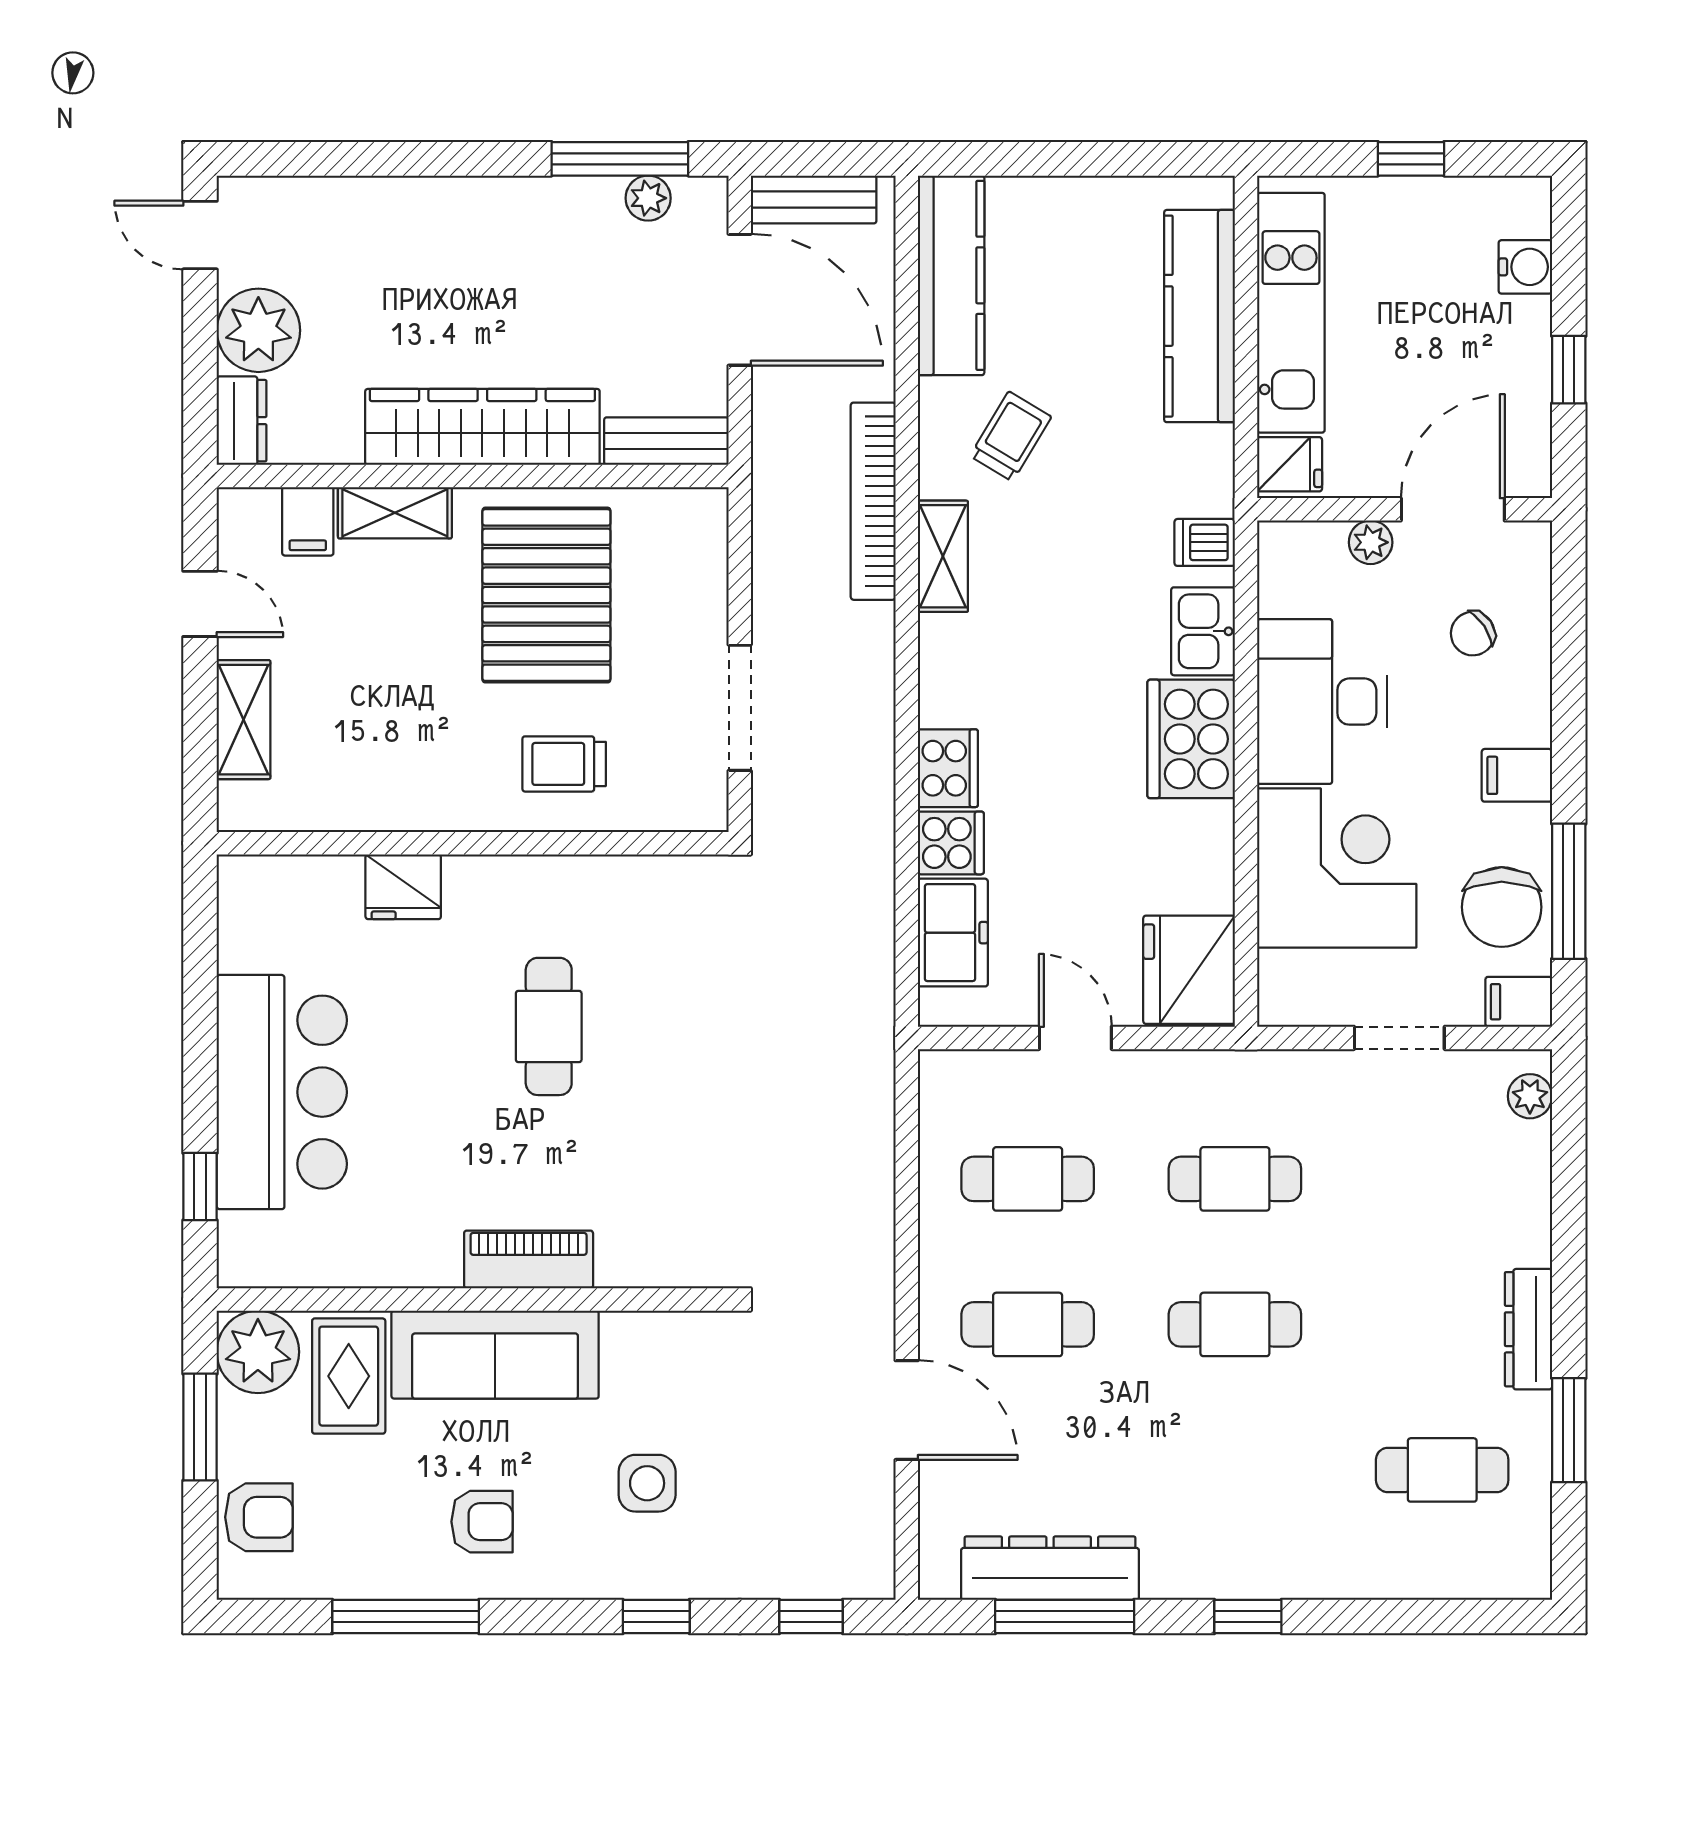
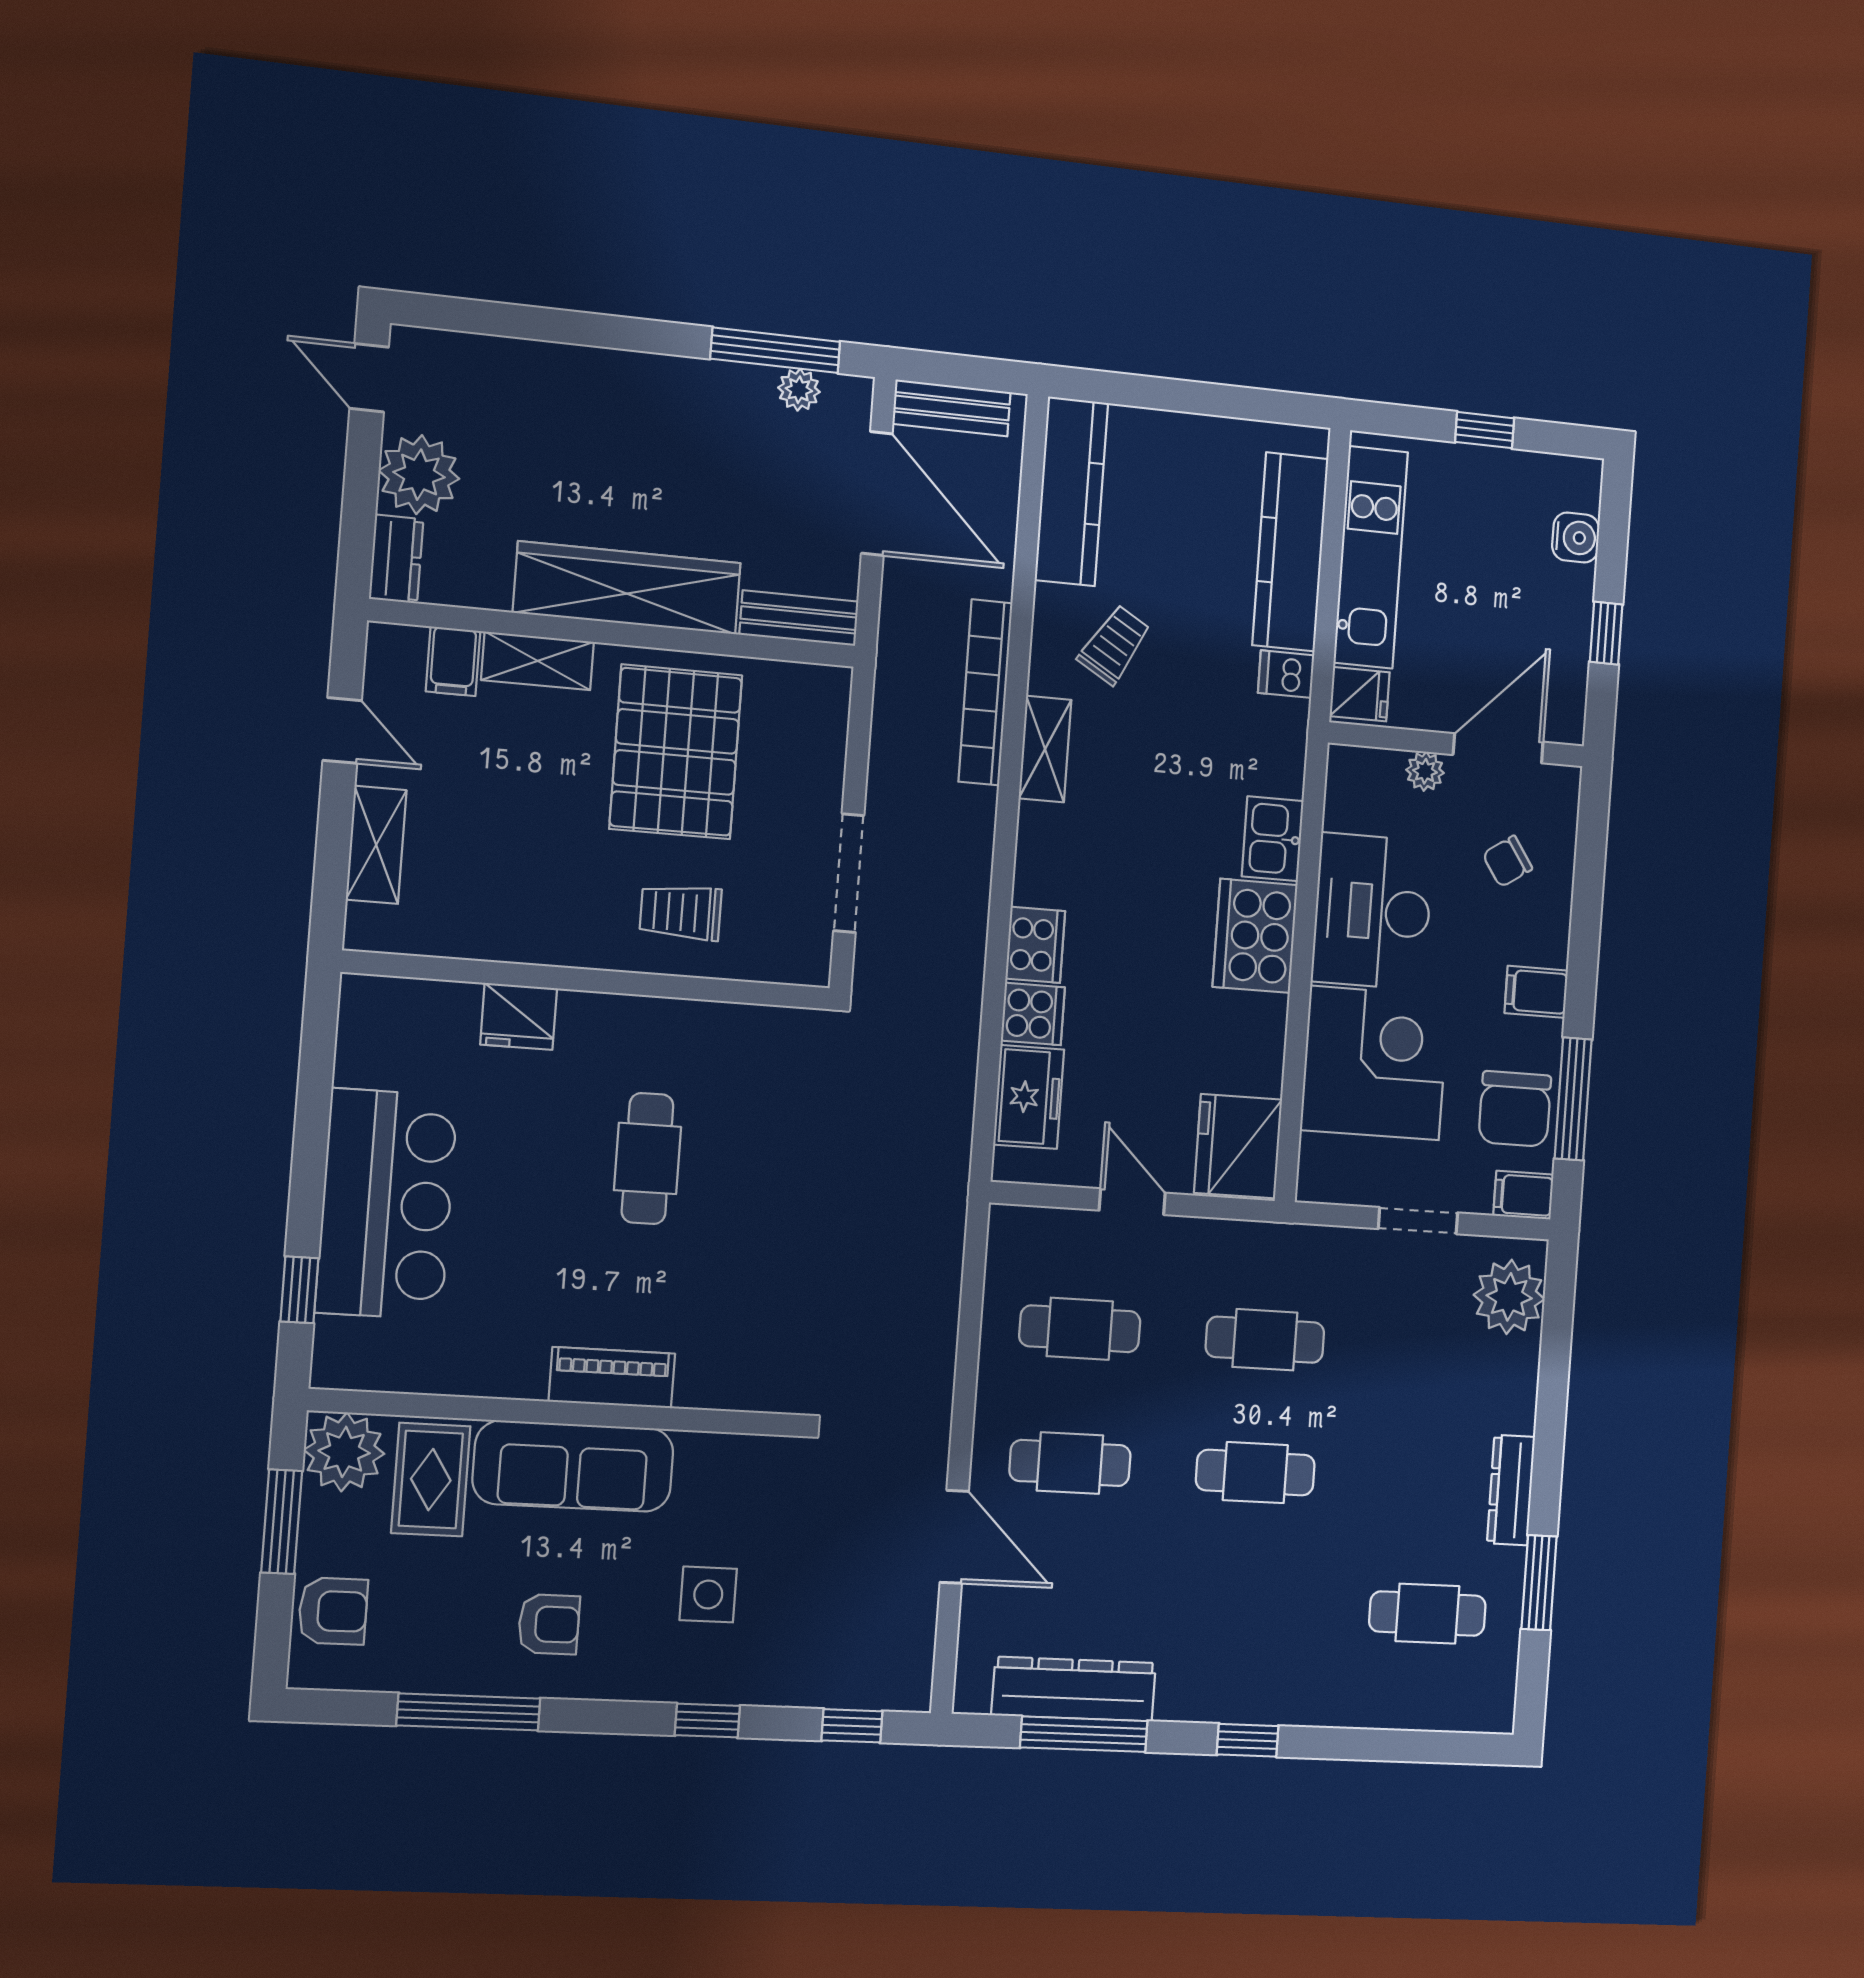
dishwasher: (1205, 542) -> (1286, 674), moved
plant: (1530, 1096) -> (1509, 1297), width x1.87, depth x1.87

